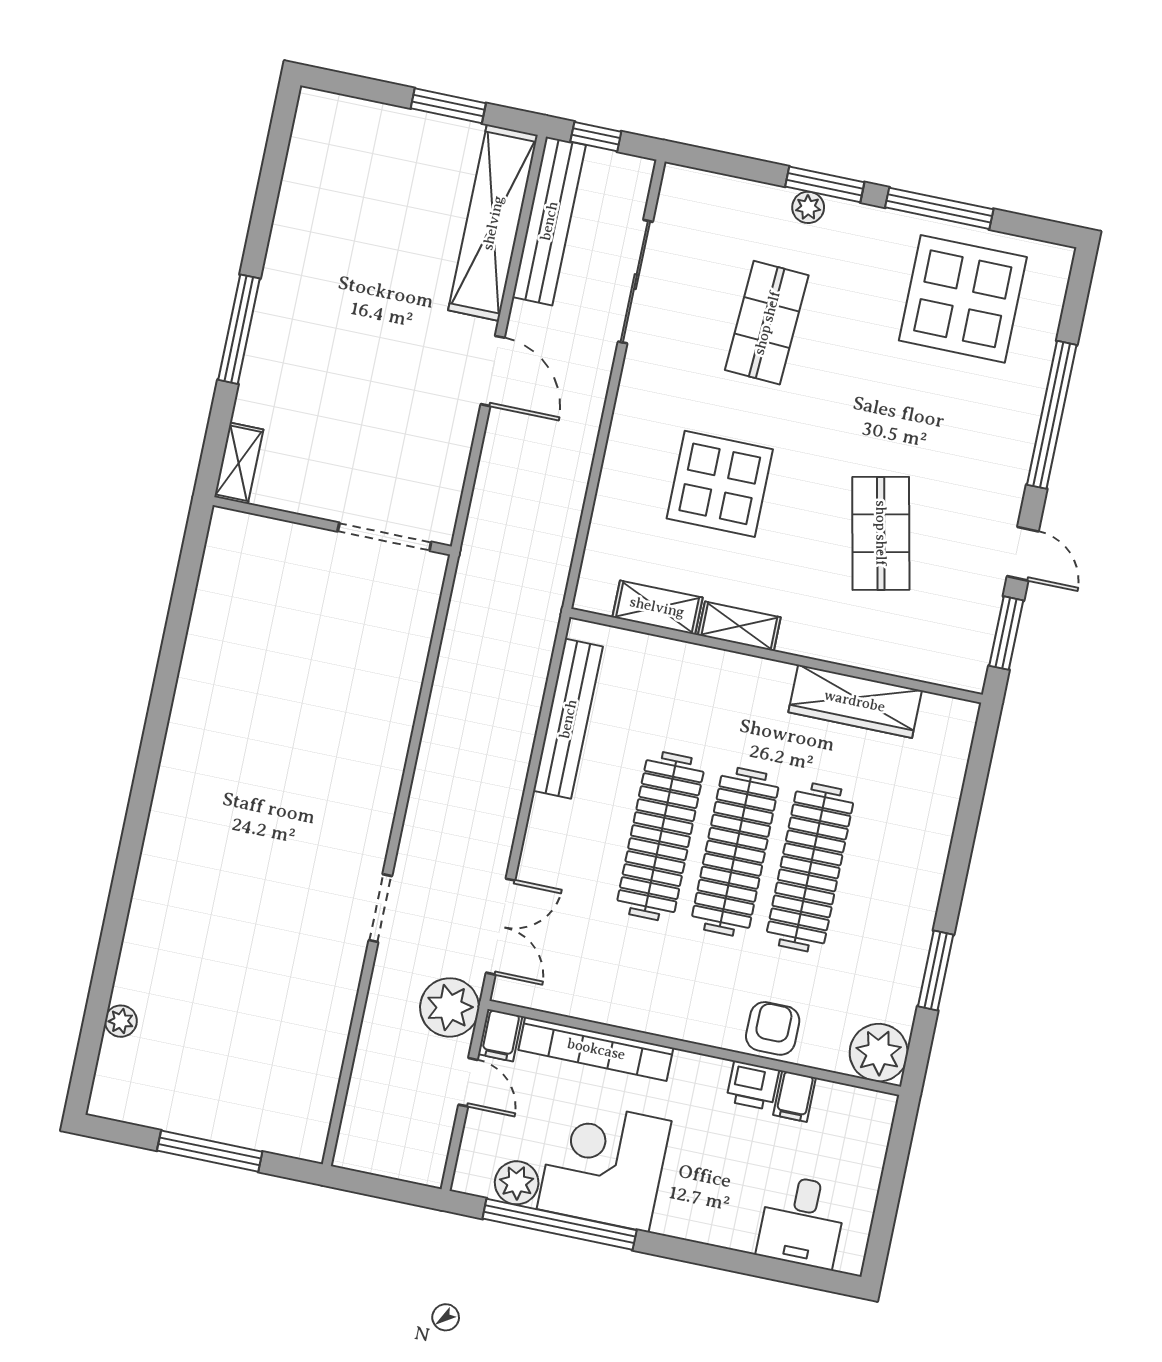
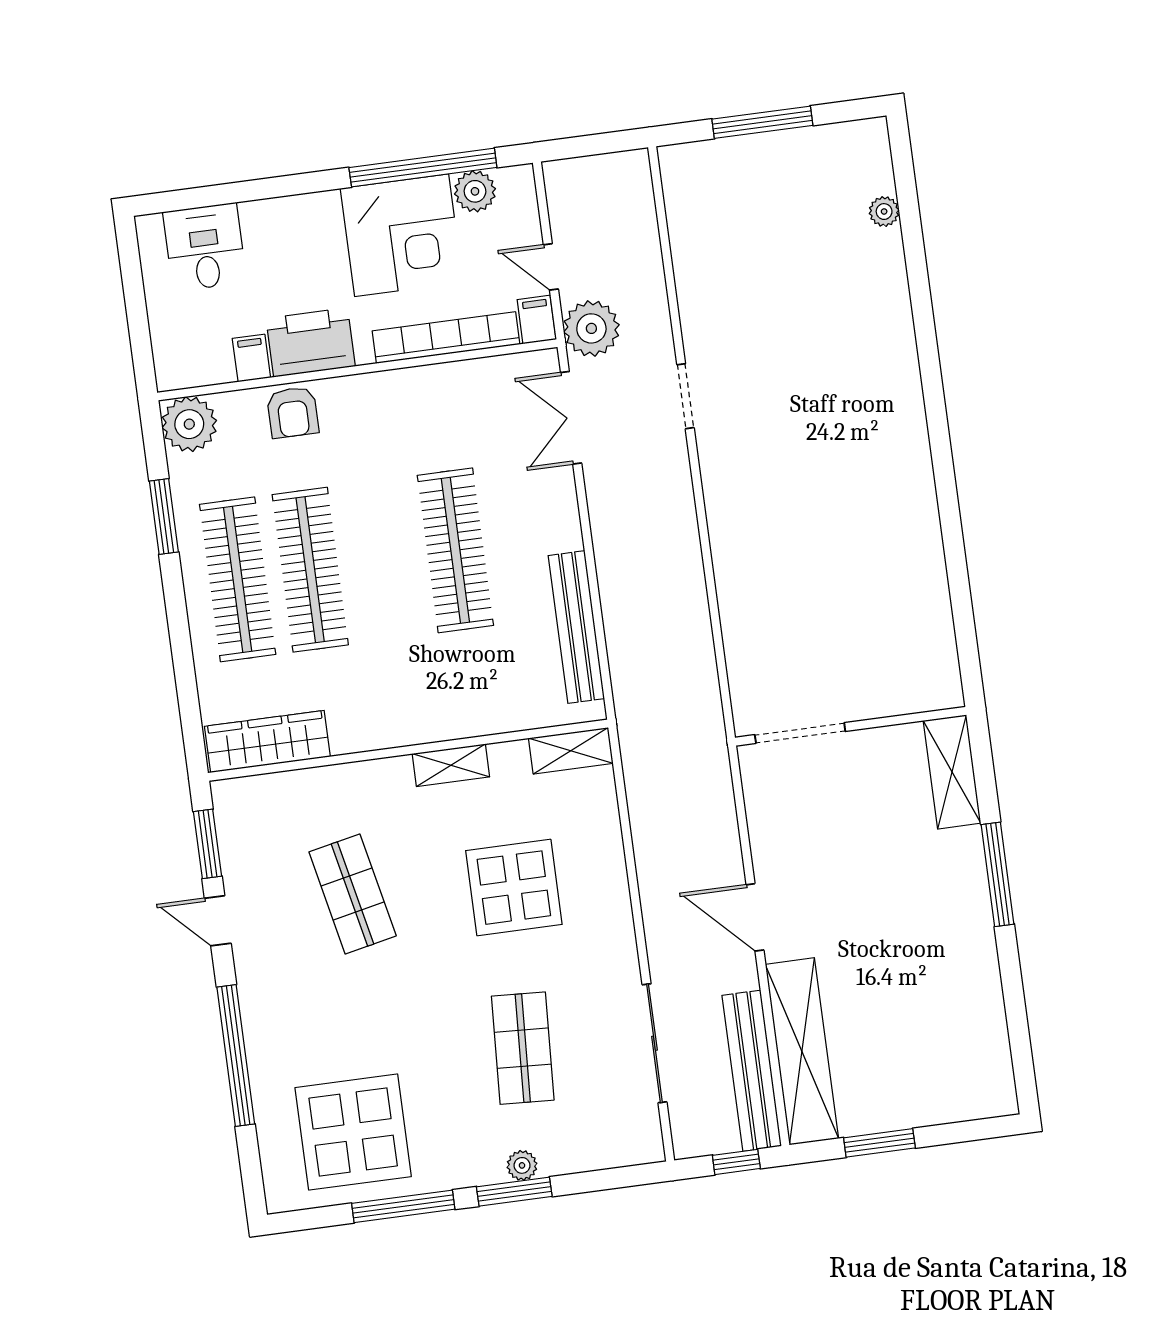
shelving: (239, 463) -> (952, 772), width x1.50, depth x1.33
shelving: (657, 607) -> (571, 751), moved
wardrobe: (855, 701) -> (267, 741), moved
clothes rail: (735, 852) -> (238, 579), moved
printer: (753, 1085) -> (311, 342), width x1.87, depth x1.48

